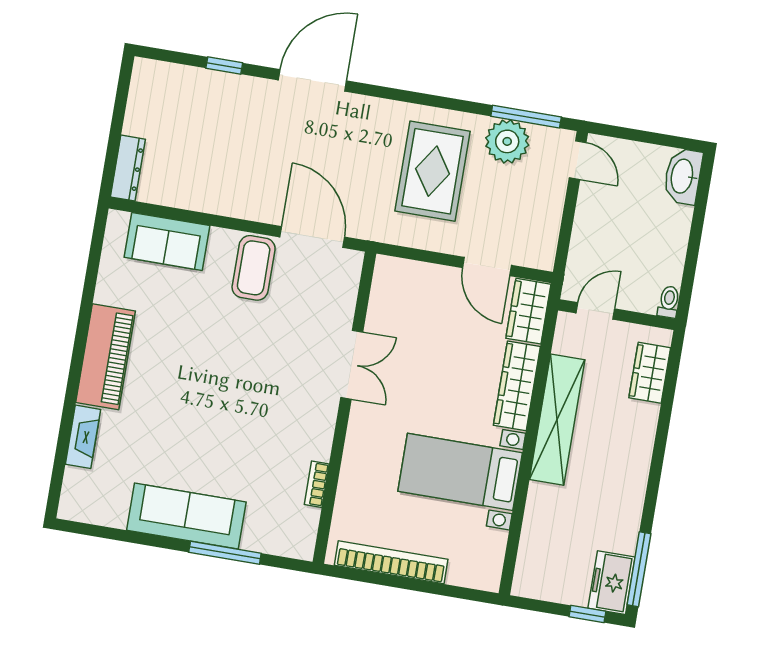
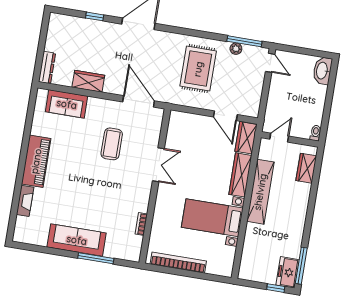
plant: (507, 141) -> (236, 49), width x0.53, depth x0.53
wardrobe: (211, 196) -> (88, 81), added
coffee table: (254, 268) -> (112, 144), moved

